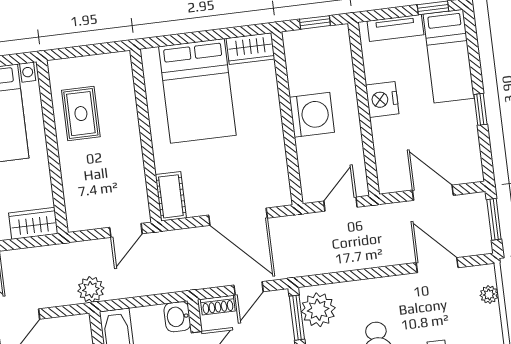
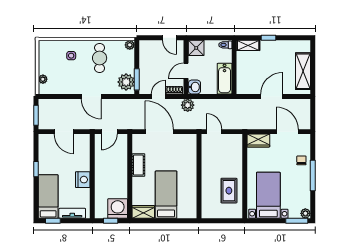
bed: (197, 91) -> (166, 195), width x0.67
washing machine: (312, 115) -> (118, 209), moved, turned 90
cot: (171, 196) -> (138, 165), moved
door: (126, 230) -> (214, 132), hinge flipped
door: (437, 265) -> (91, 96), moved
plant: (91, 289) -> (188, 105), moved

